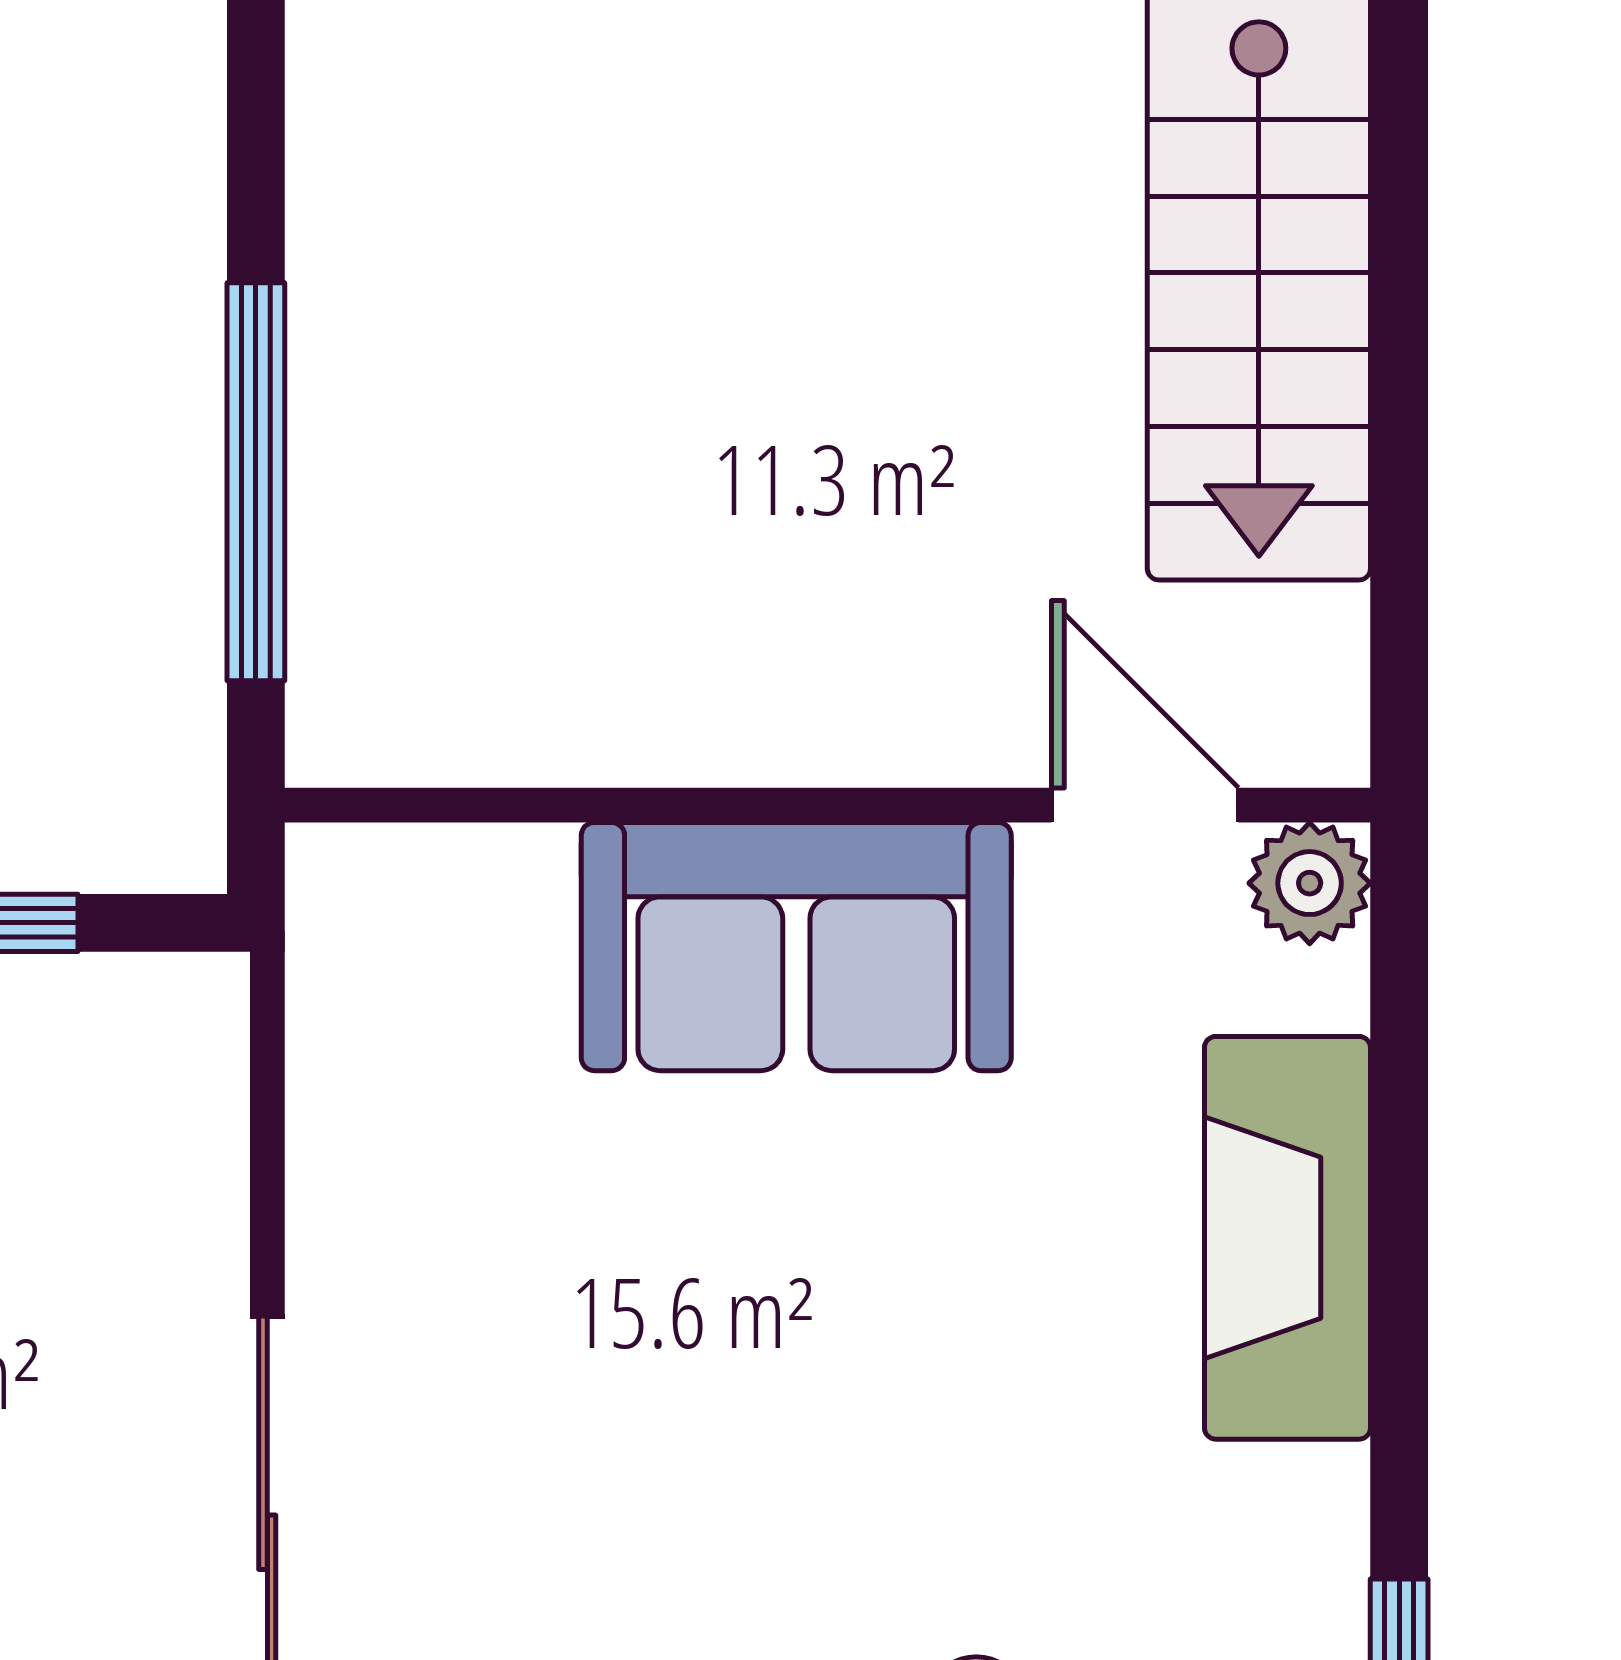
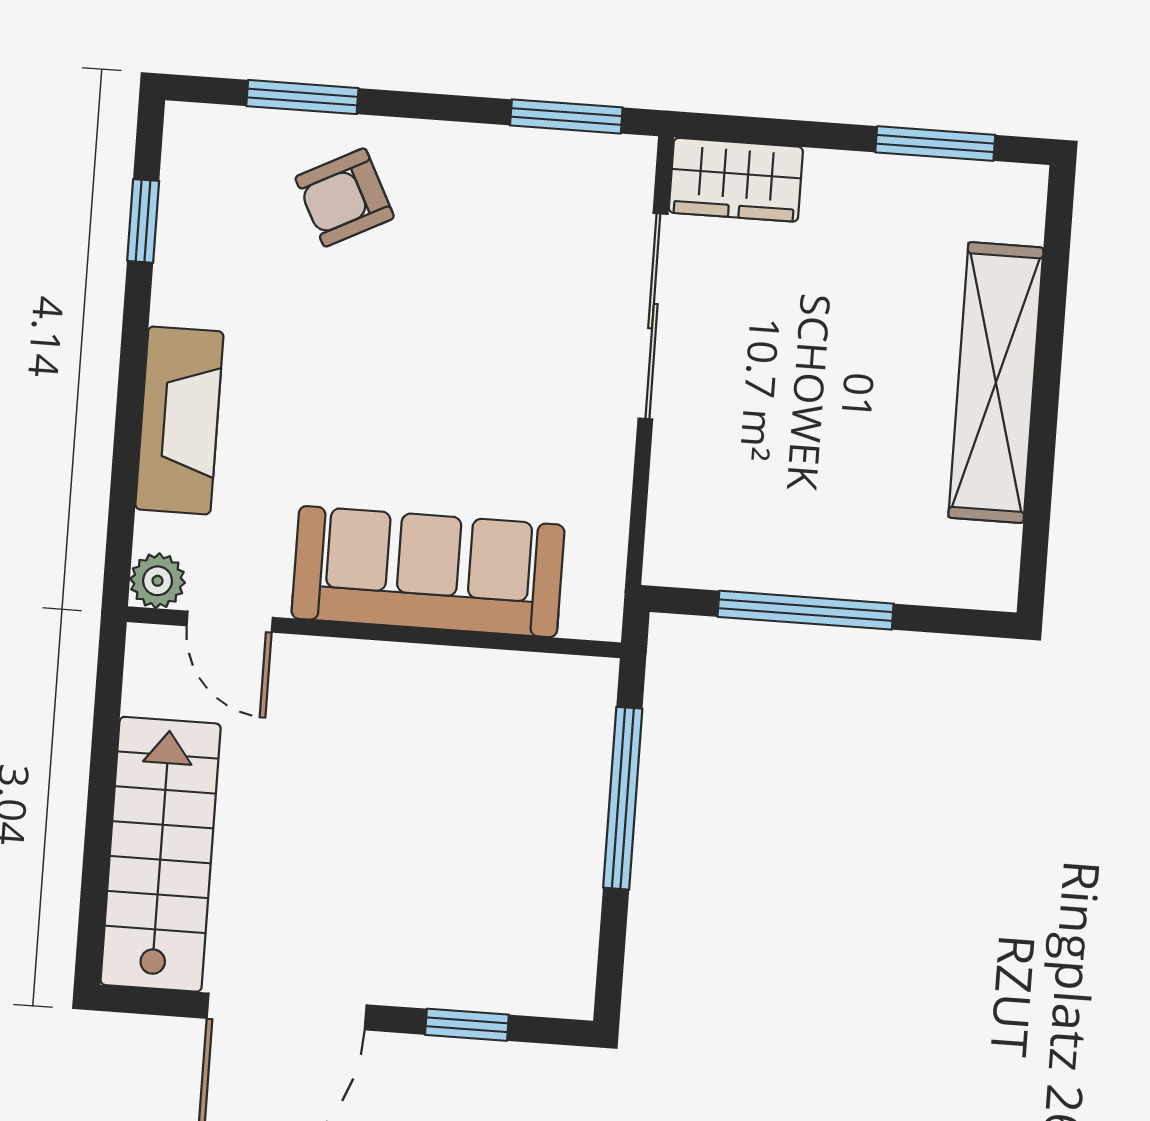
sofa: (796, 947) -> (428, 572), width x1.36

